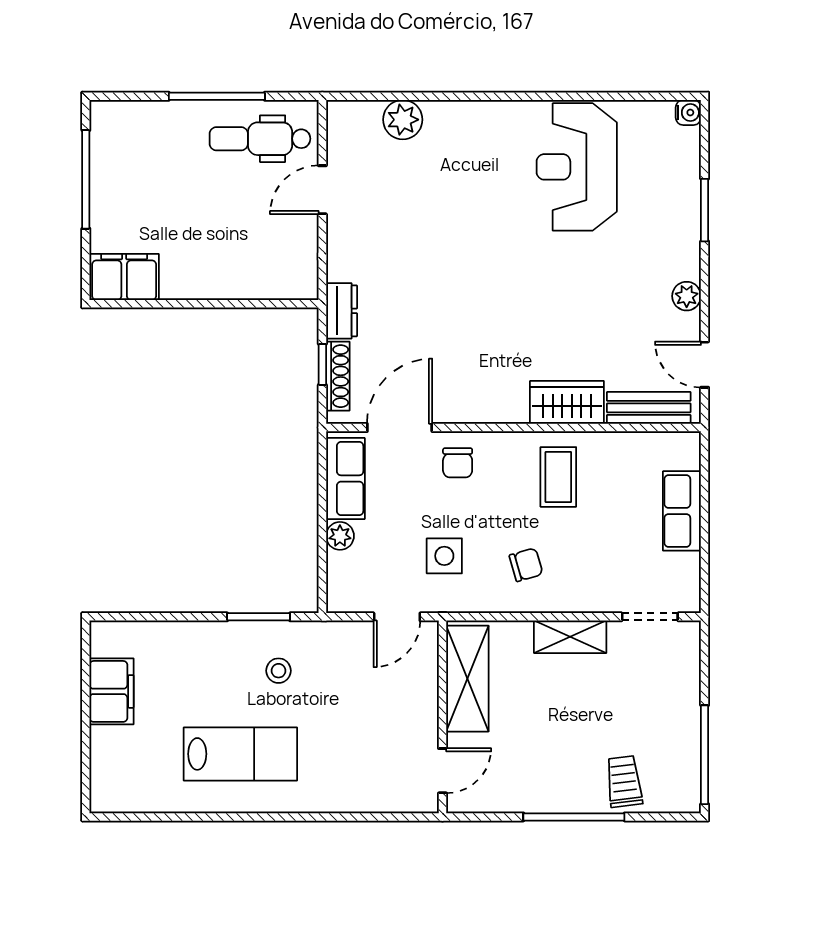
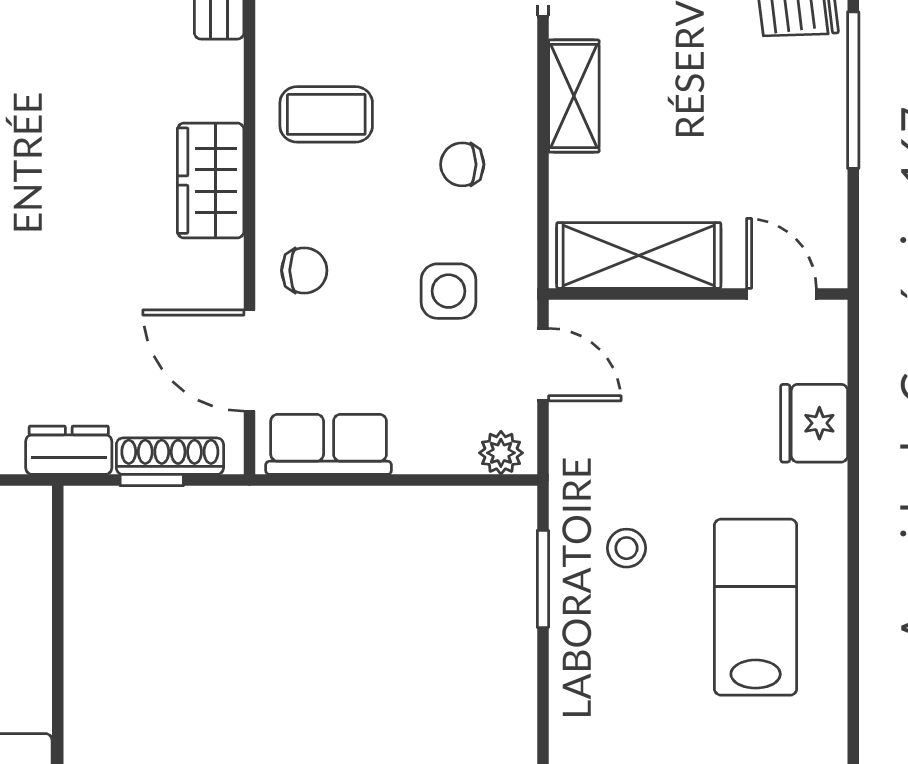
wardrobe: (567, 402) -> (211, 181), moved
plant: (340, 536) -> (501, 453), moved
chair: (526, 565) -> (462, 164), turned -74
fridge: (359, 792) -> (814, 423), added

